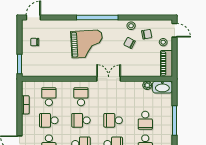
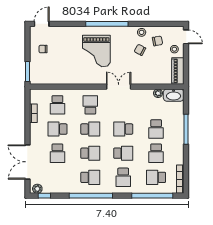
grand piano: (87, 44) -> (96, 51), turned 93
school desk: (49, 97) -> (57, 105), turned 180
school desk: (81, 120) -> (90, 129), turned 180

